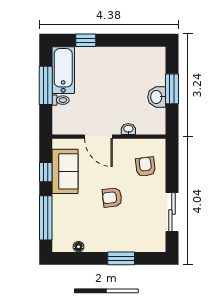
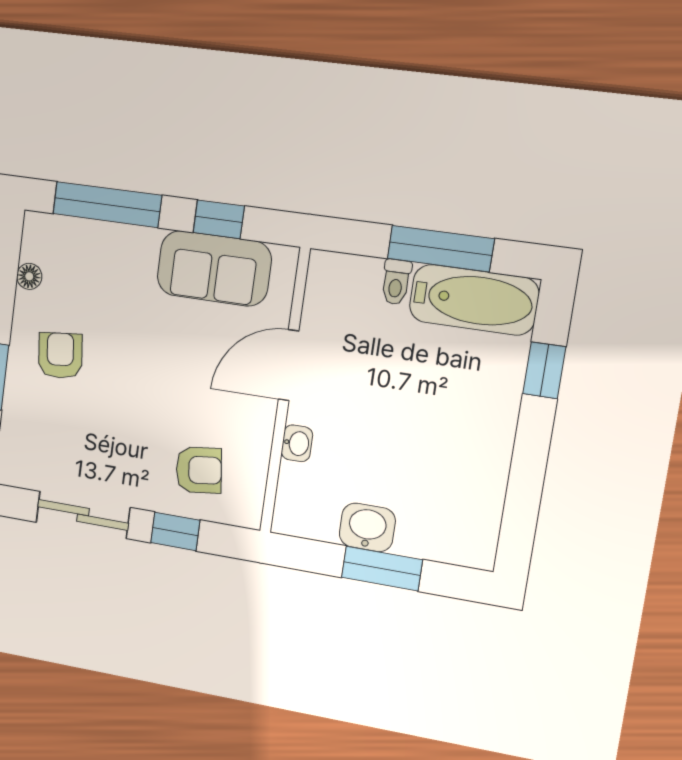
window: (172, 173) -> (175, 531), added
armchair: (112, 198) -> (60, 355), moved

